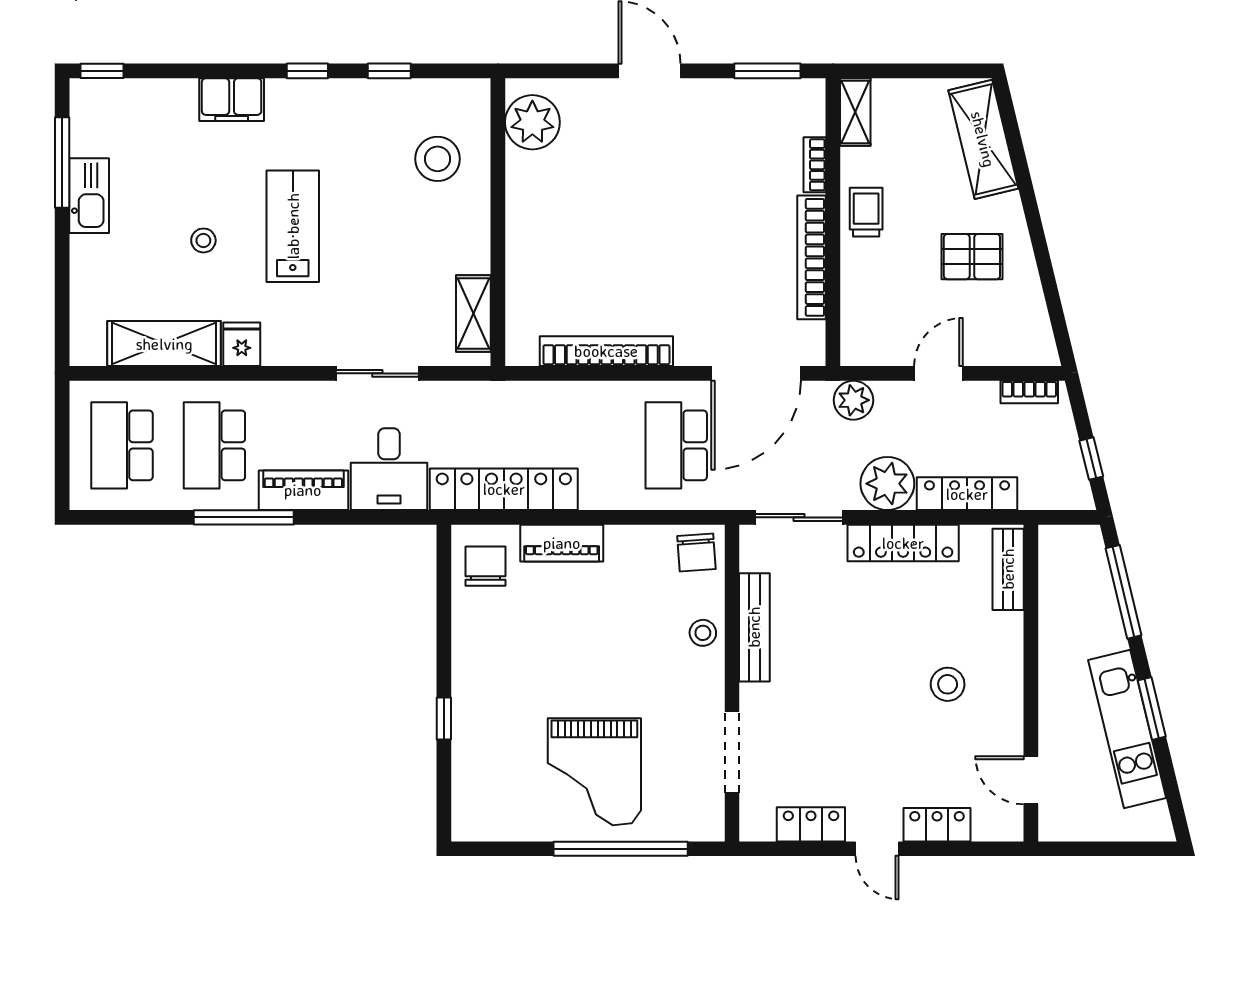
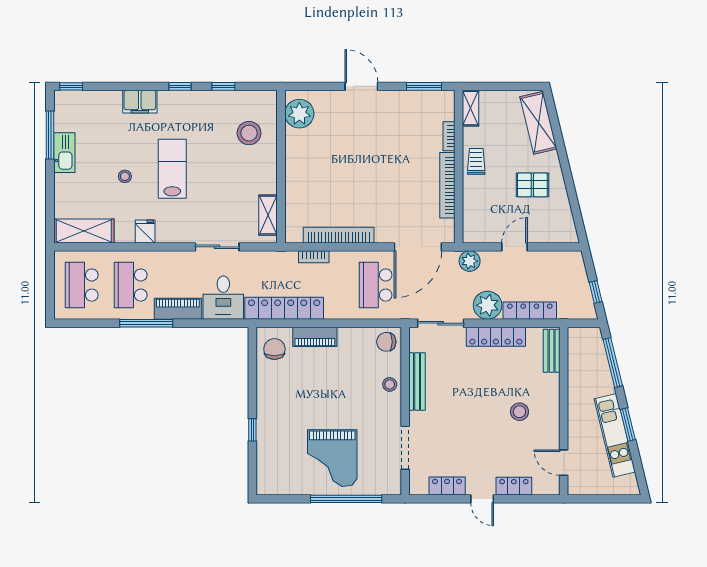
shelving: (164, 344) -> (84, 231), moved
bookcase: (1029, 392) -> (314, 257), moved
chair: (696, 553) -> (386, 342), turned 94

